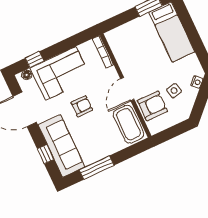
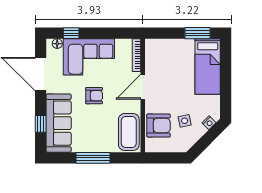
door: (127, 89) -> (143, 87), moved
window: (97, 168) -> (93, 158), moved

